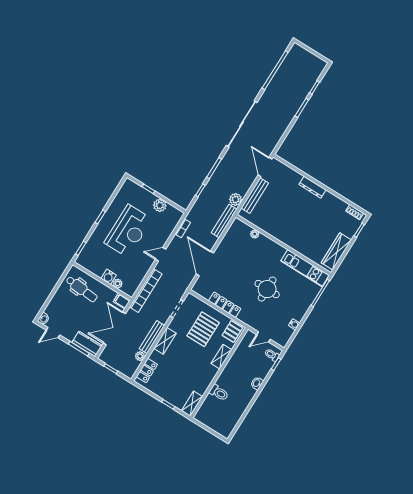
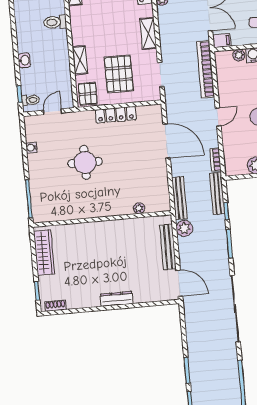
kitchen unit: (305, 268) -> (63, 212), removed
bench: (152, 337) -> (217, 193), moved

